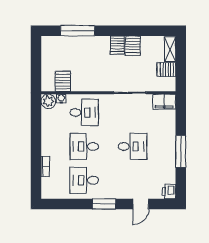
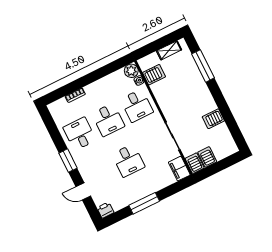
server rack: (117, 45) -> (195, 163), moved, turned 90
shelving: (170, 49) -> (169, 50), moved
desk: (84, 146) -> (108, 120), turned 180

